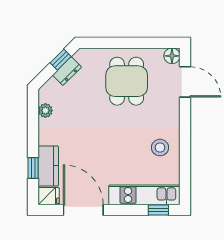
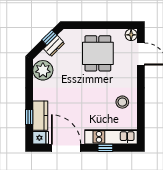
plant: (45, 111) -> (43, 70), width x1.88, depth x1.88
window: (158, 210) -> (105, 148), moved

